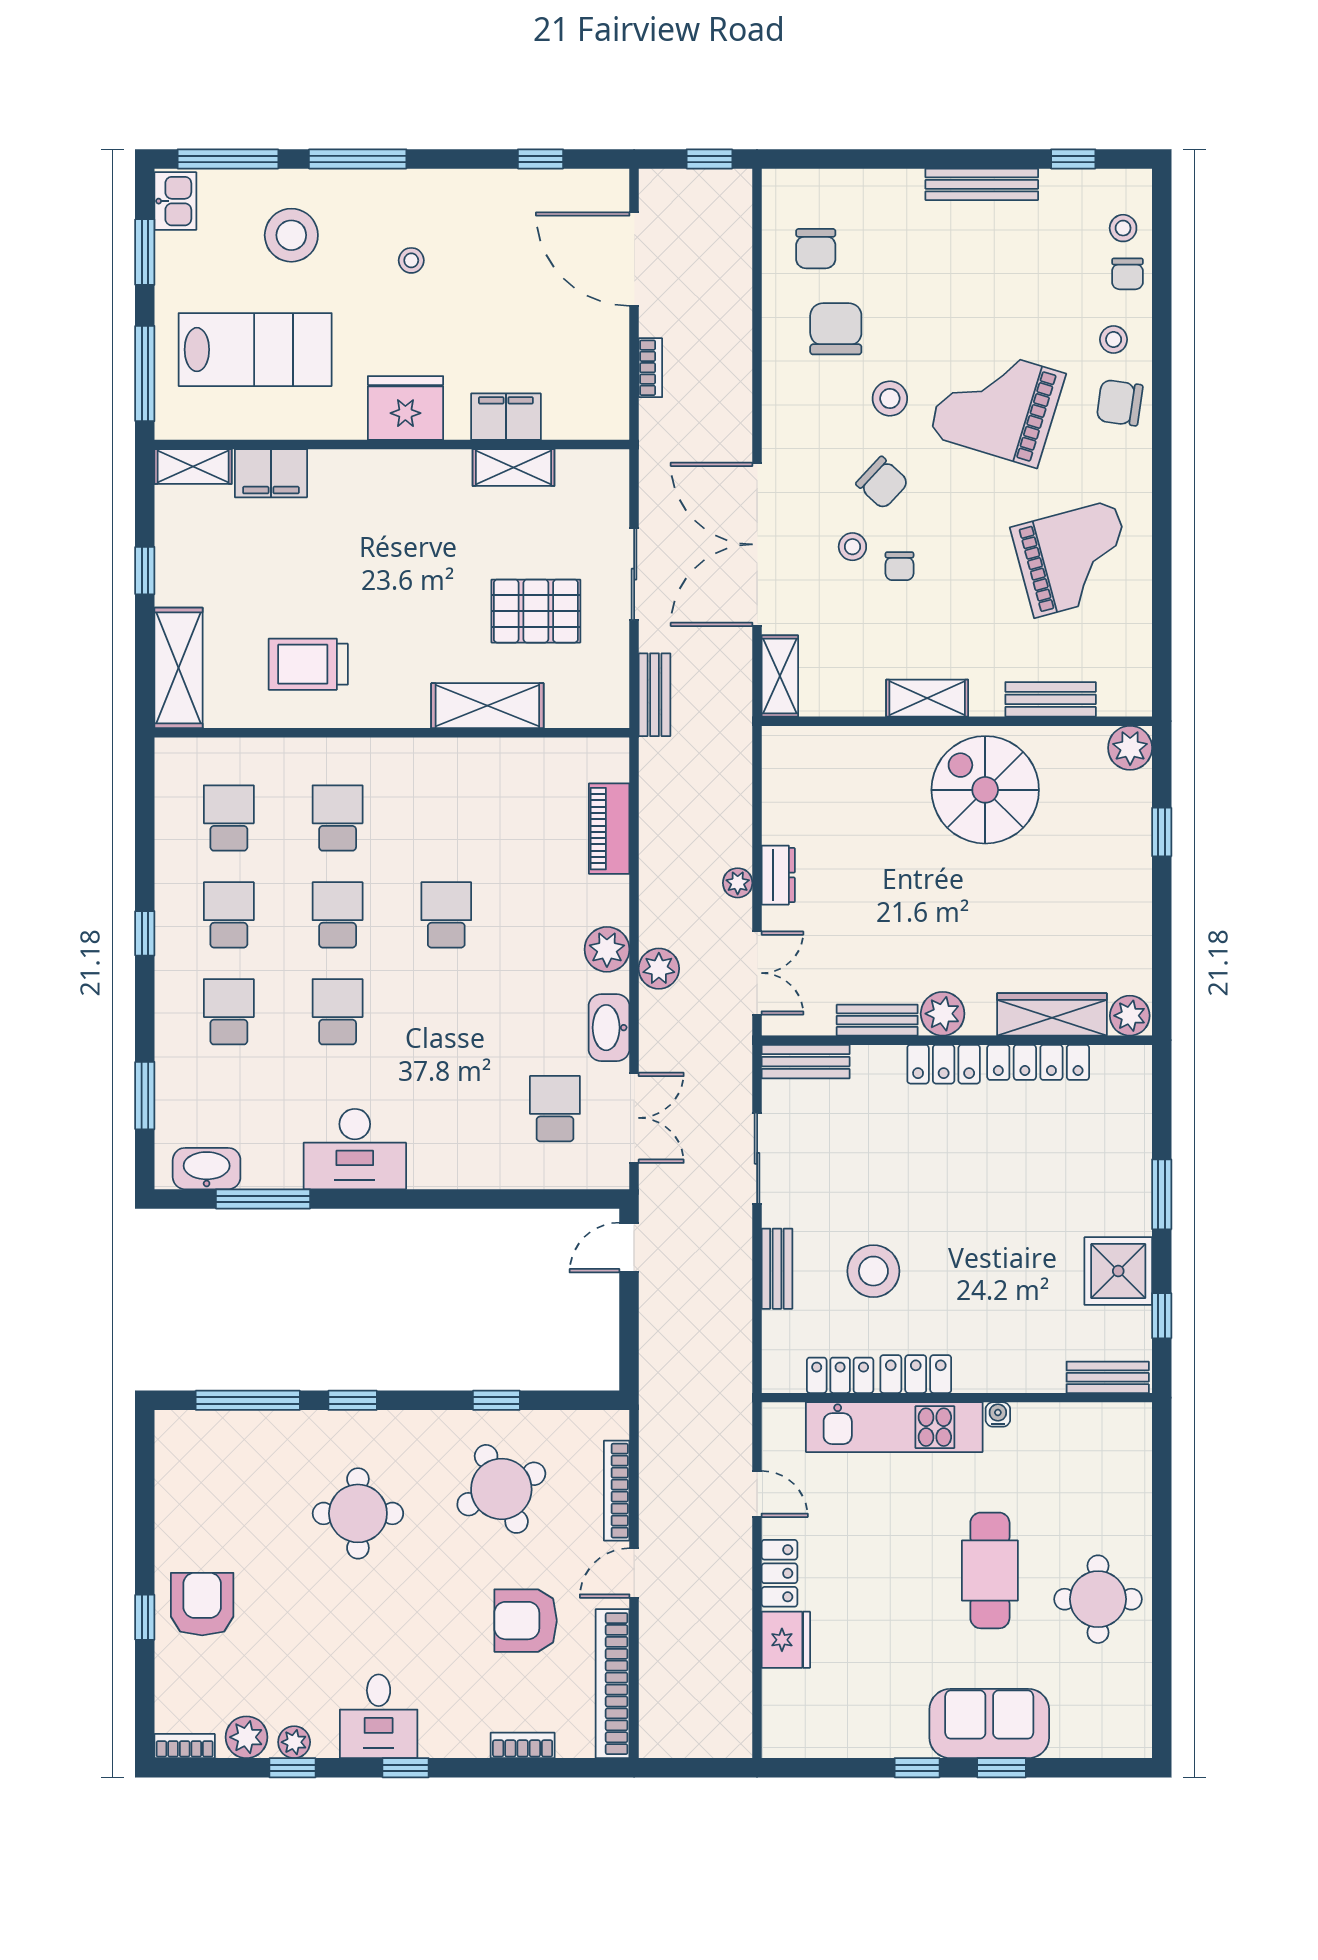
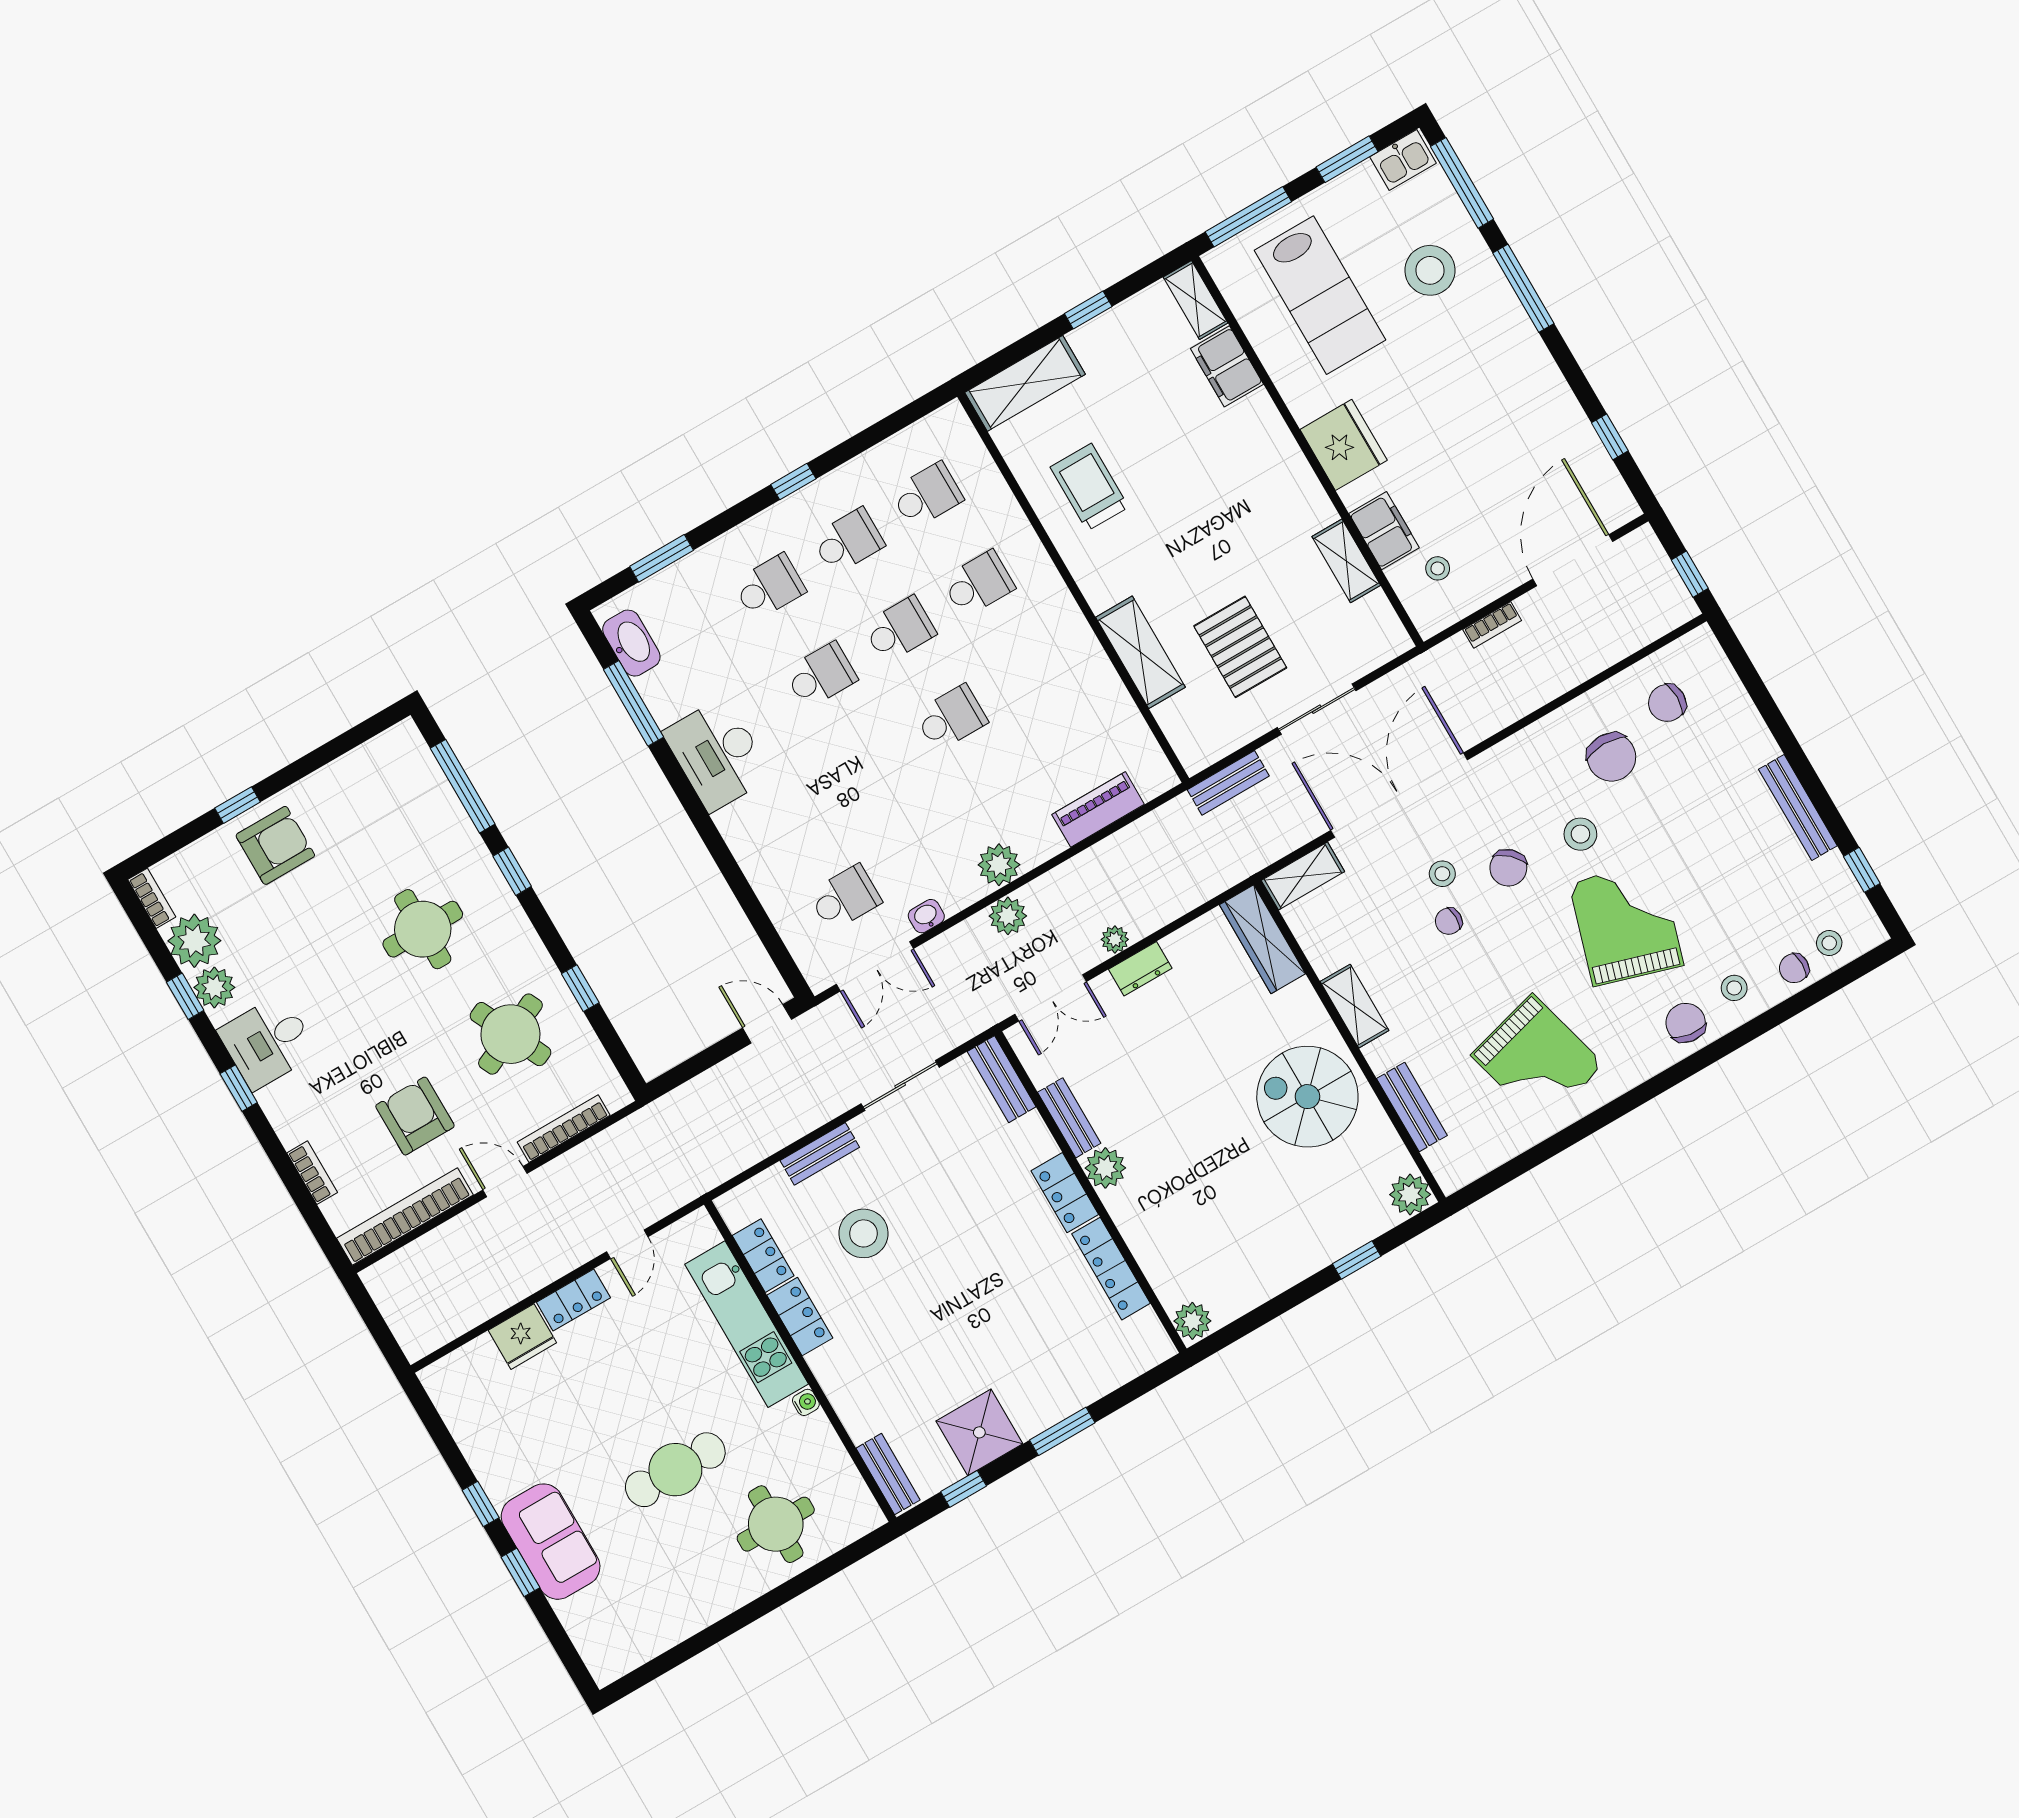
stool: (411, 260) -> (1438, 568), moved
chair: (836, 329) -> (1612, 757), turned 90
spiral stairs: (985, 790) -> (1307, 1097), turned -90
wardrobe: (1052, 1014) -> (1262, 939), moved, turned 180
washbasin: (609, 1028) -> (926, 916), width x0.52, depth x0.69
round table: (1098, 1599) -> (776, 1524), moved
plant: (246, 1737) -> (194, 941), width x1.36, depth x1.36
plant: (294, 1742) -> (214, 987), width x1.38, depth x1.38

